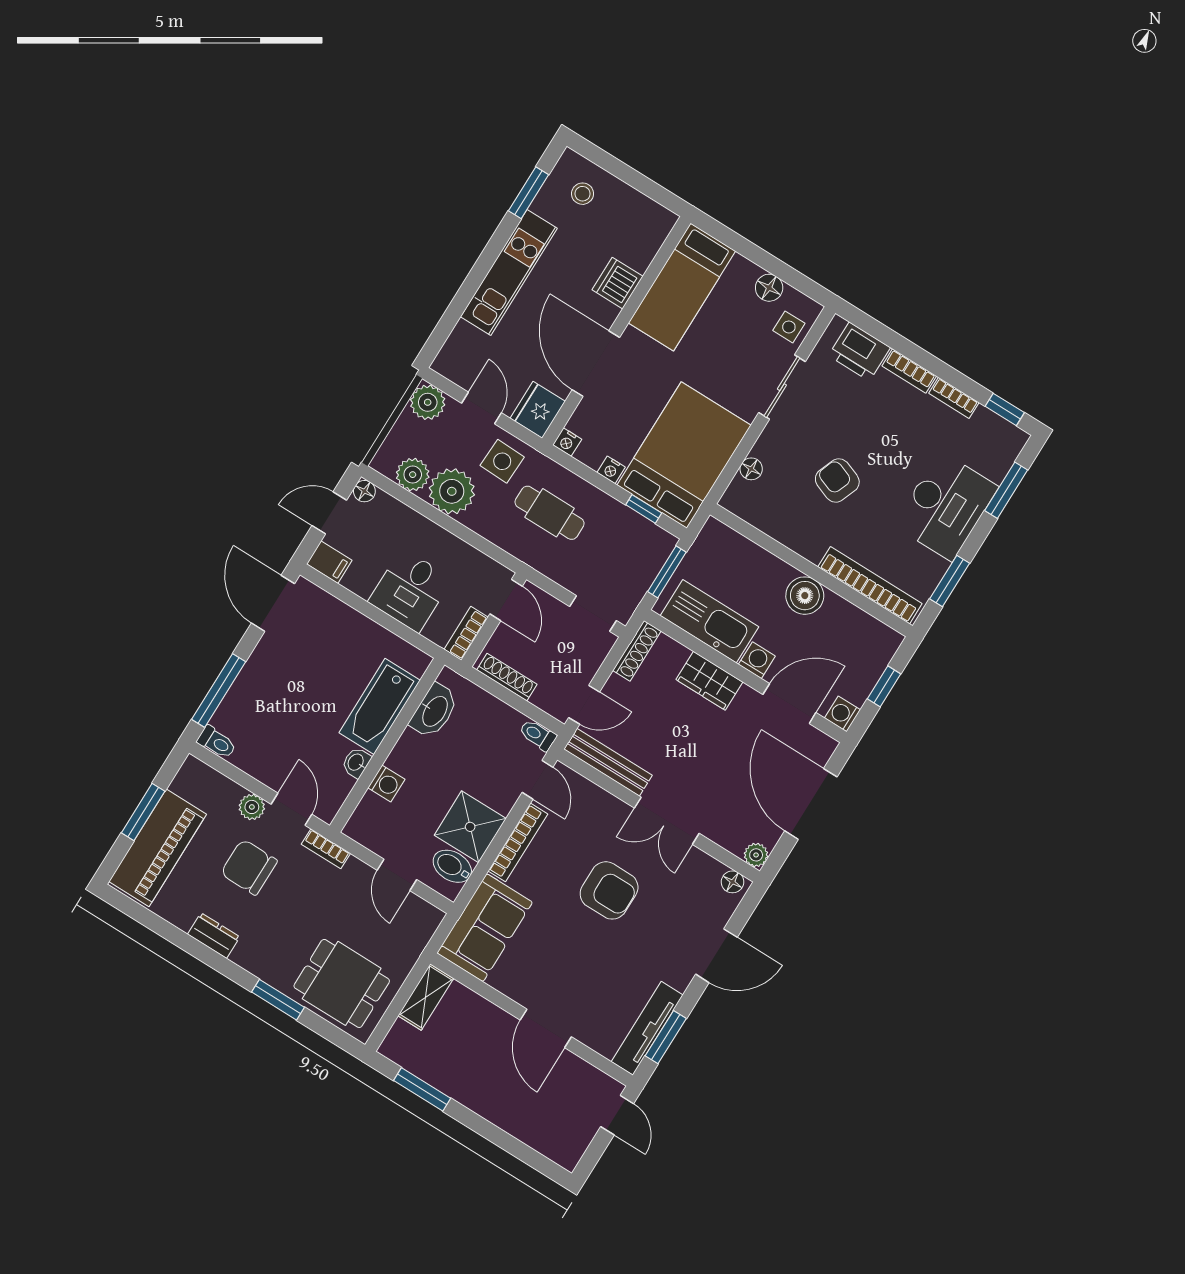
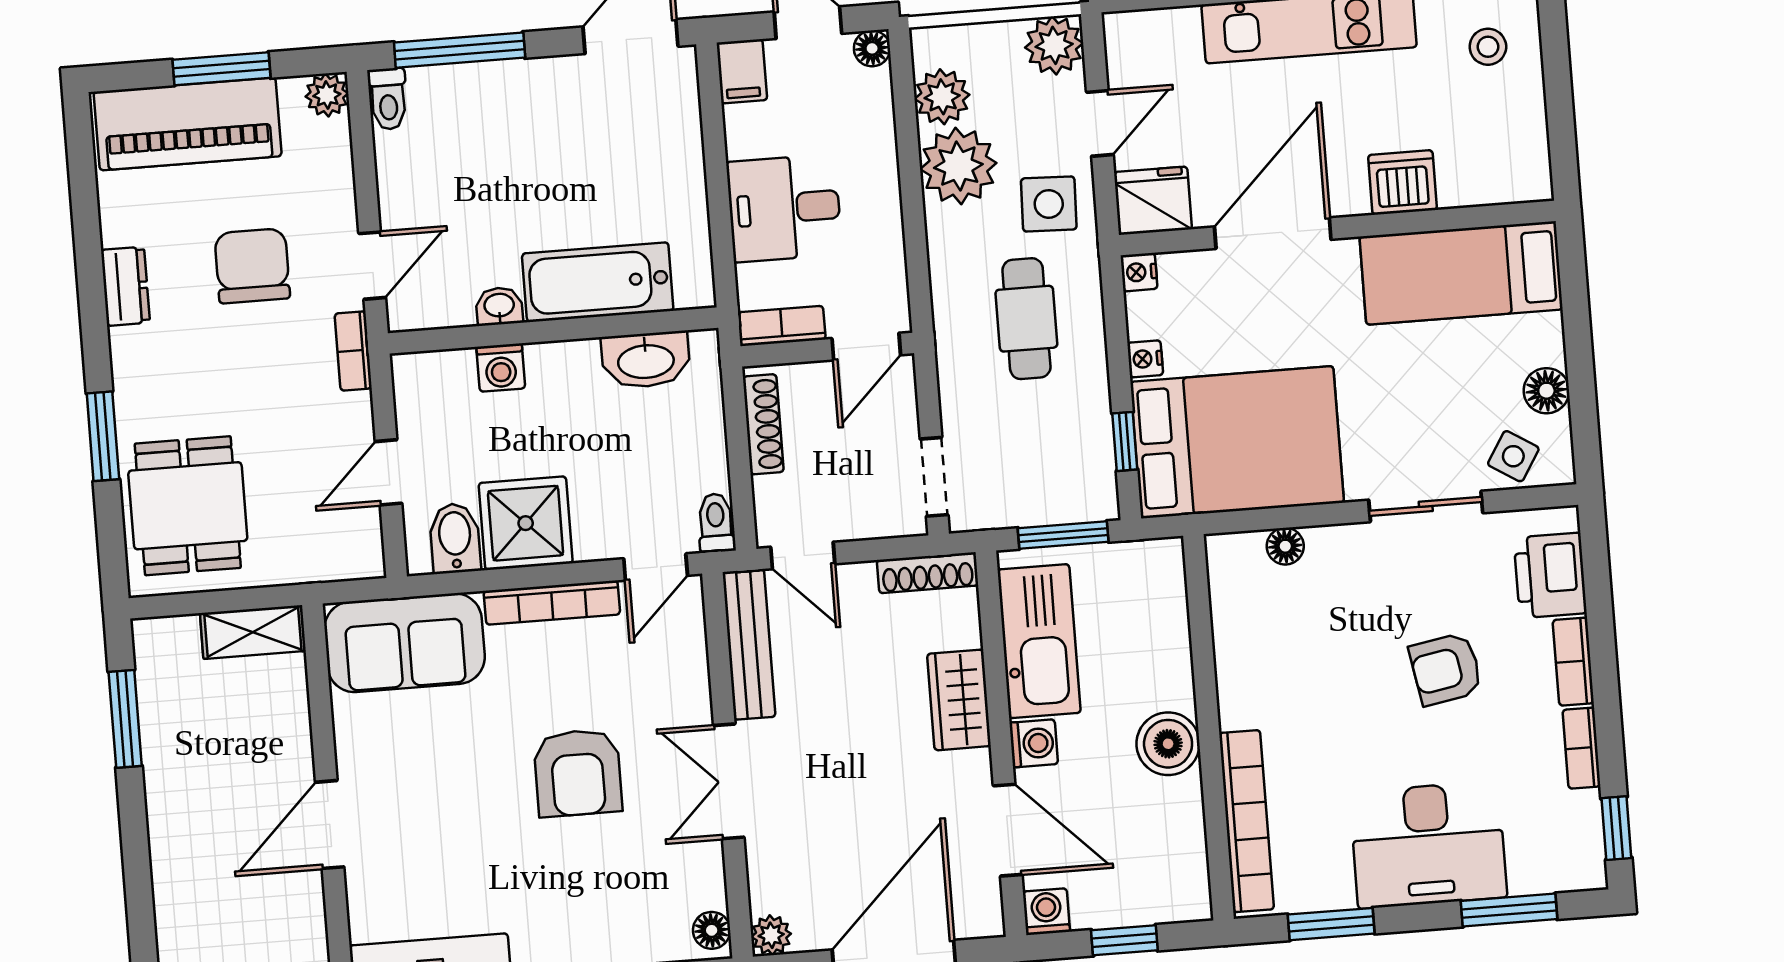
side table: (789, 327) -> (1513, 456), turned 32
armchair: (837, 481) -> (1446, 669), moved, turned -121
plant: (252, 807) -> (327, 95), moved

